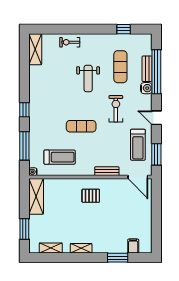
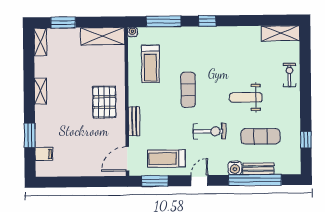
pallet: (91, 196) -> (104, 102), width x1.50, depth x1.42
shelving: (51, 248) -> (40, 42), moved

